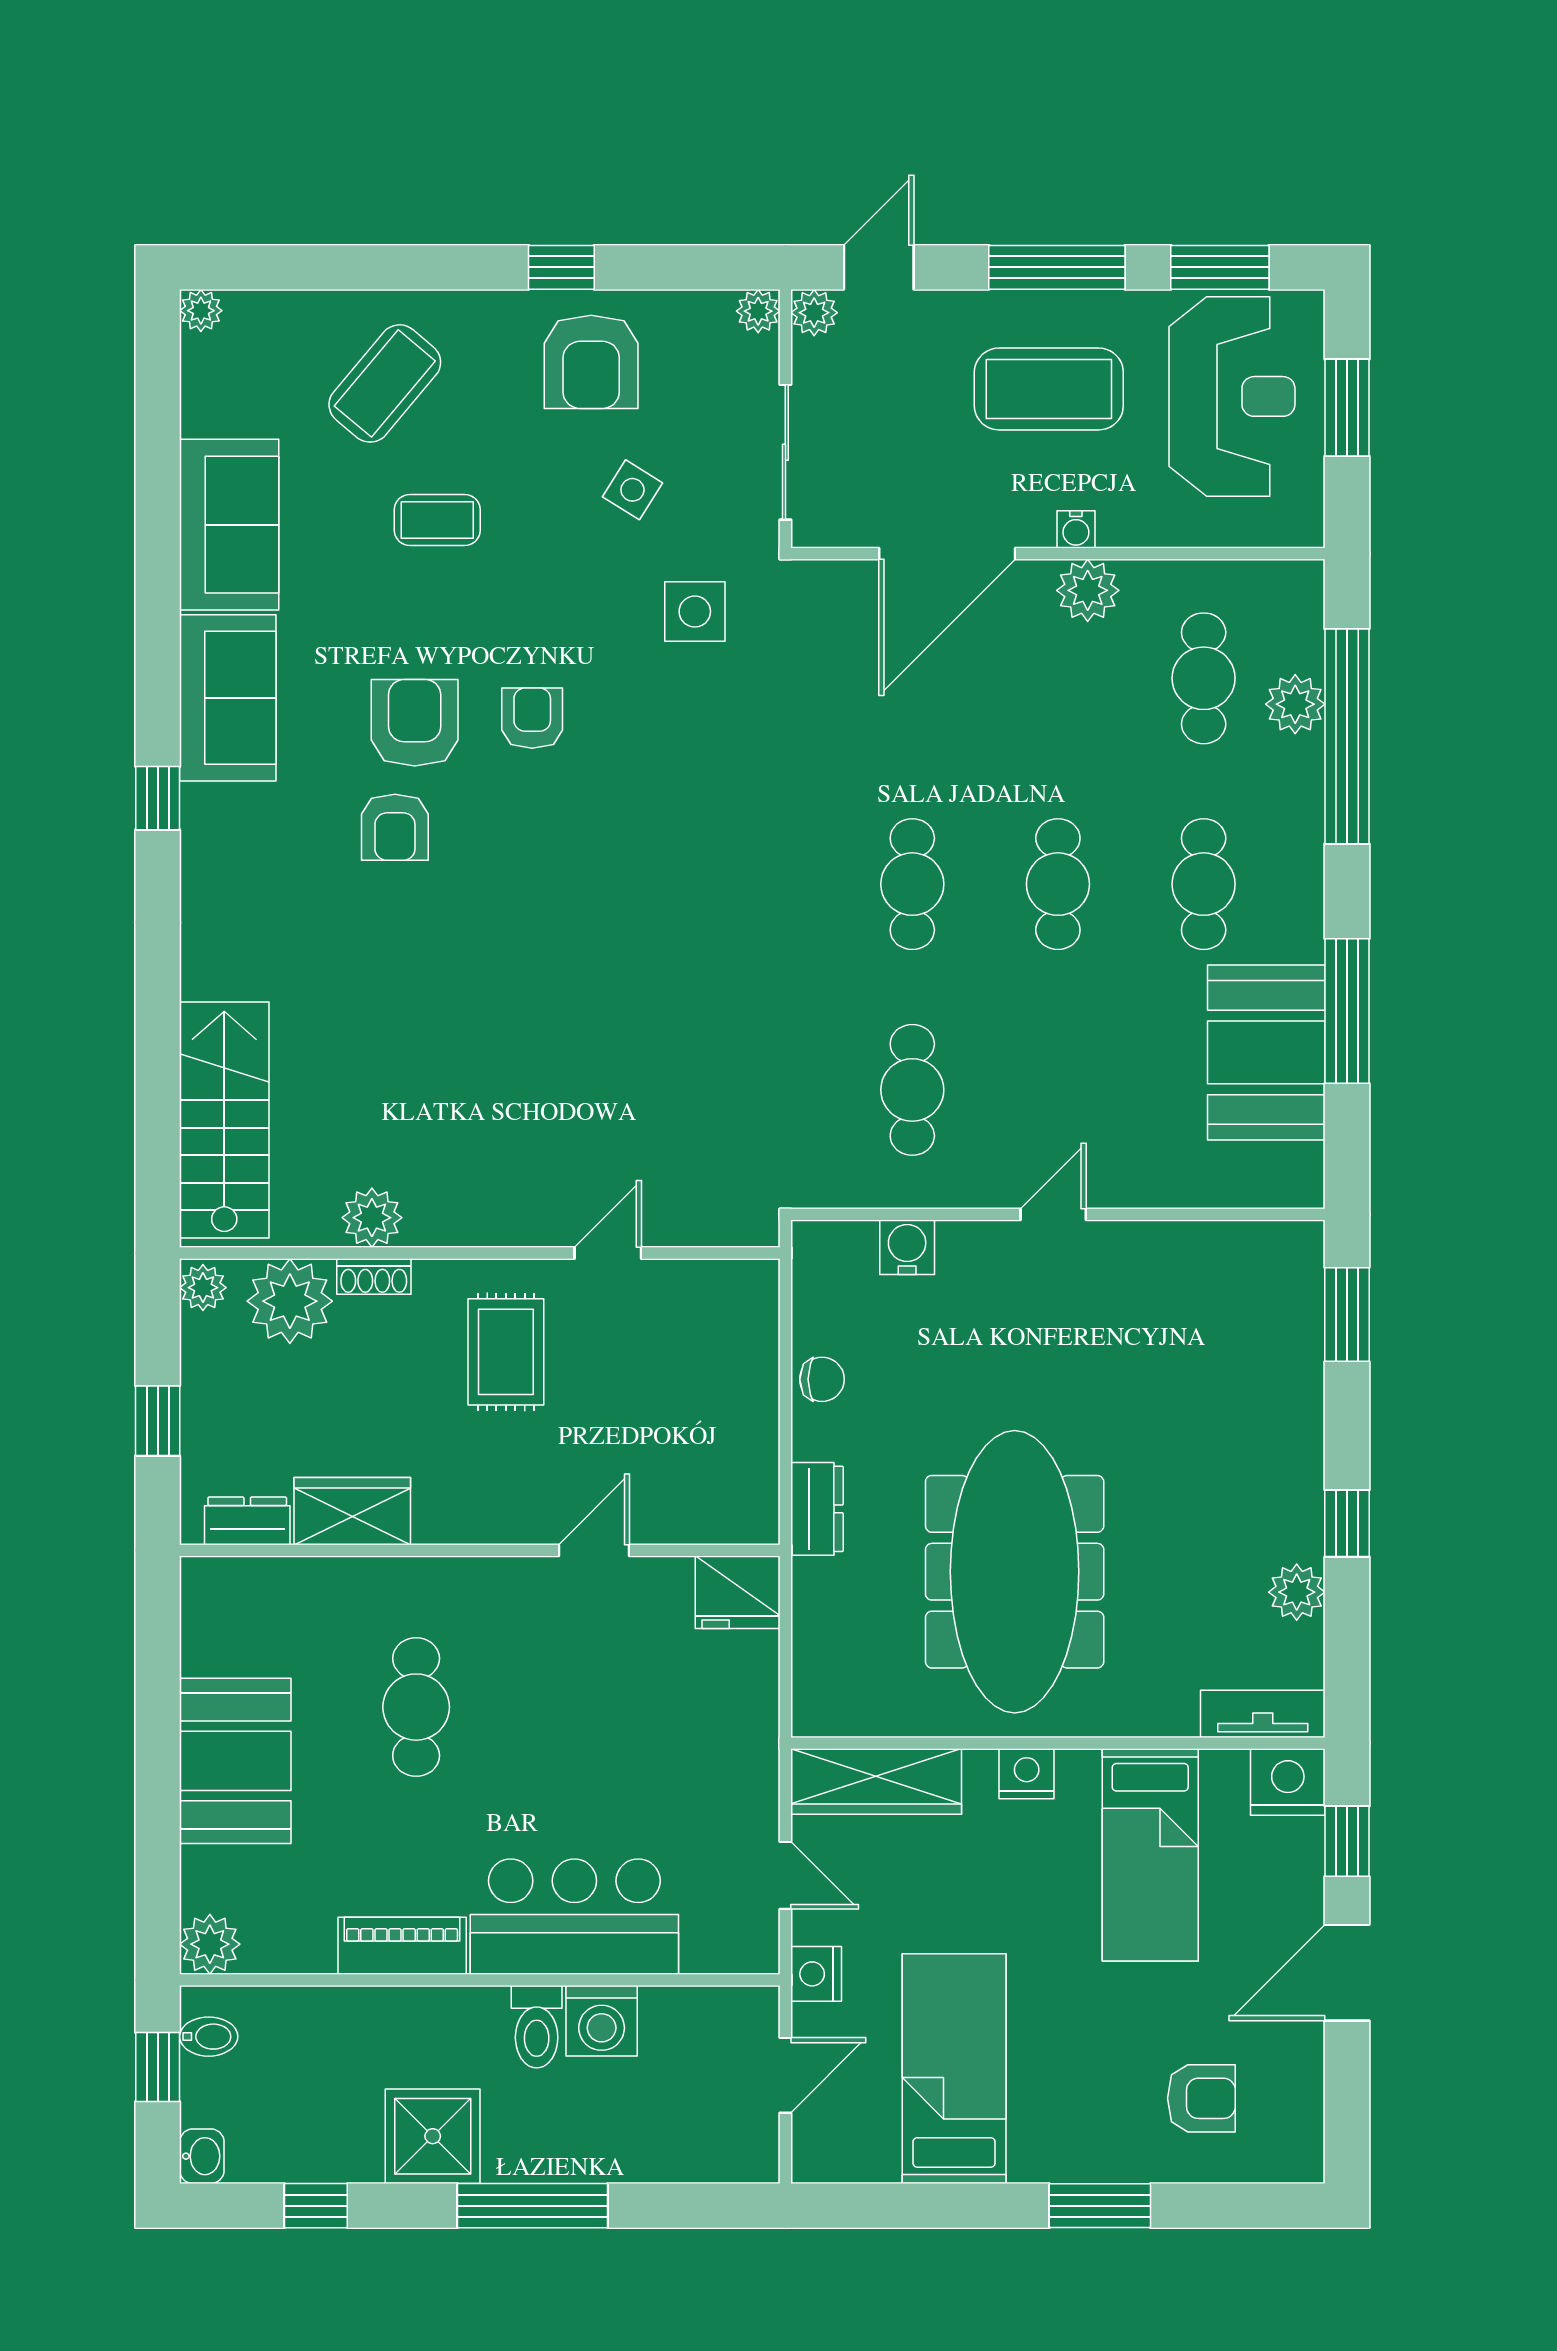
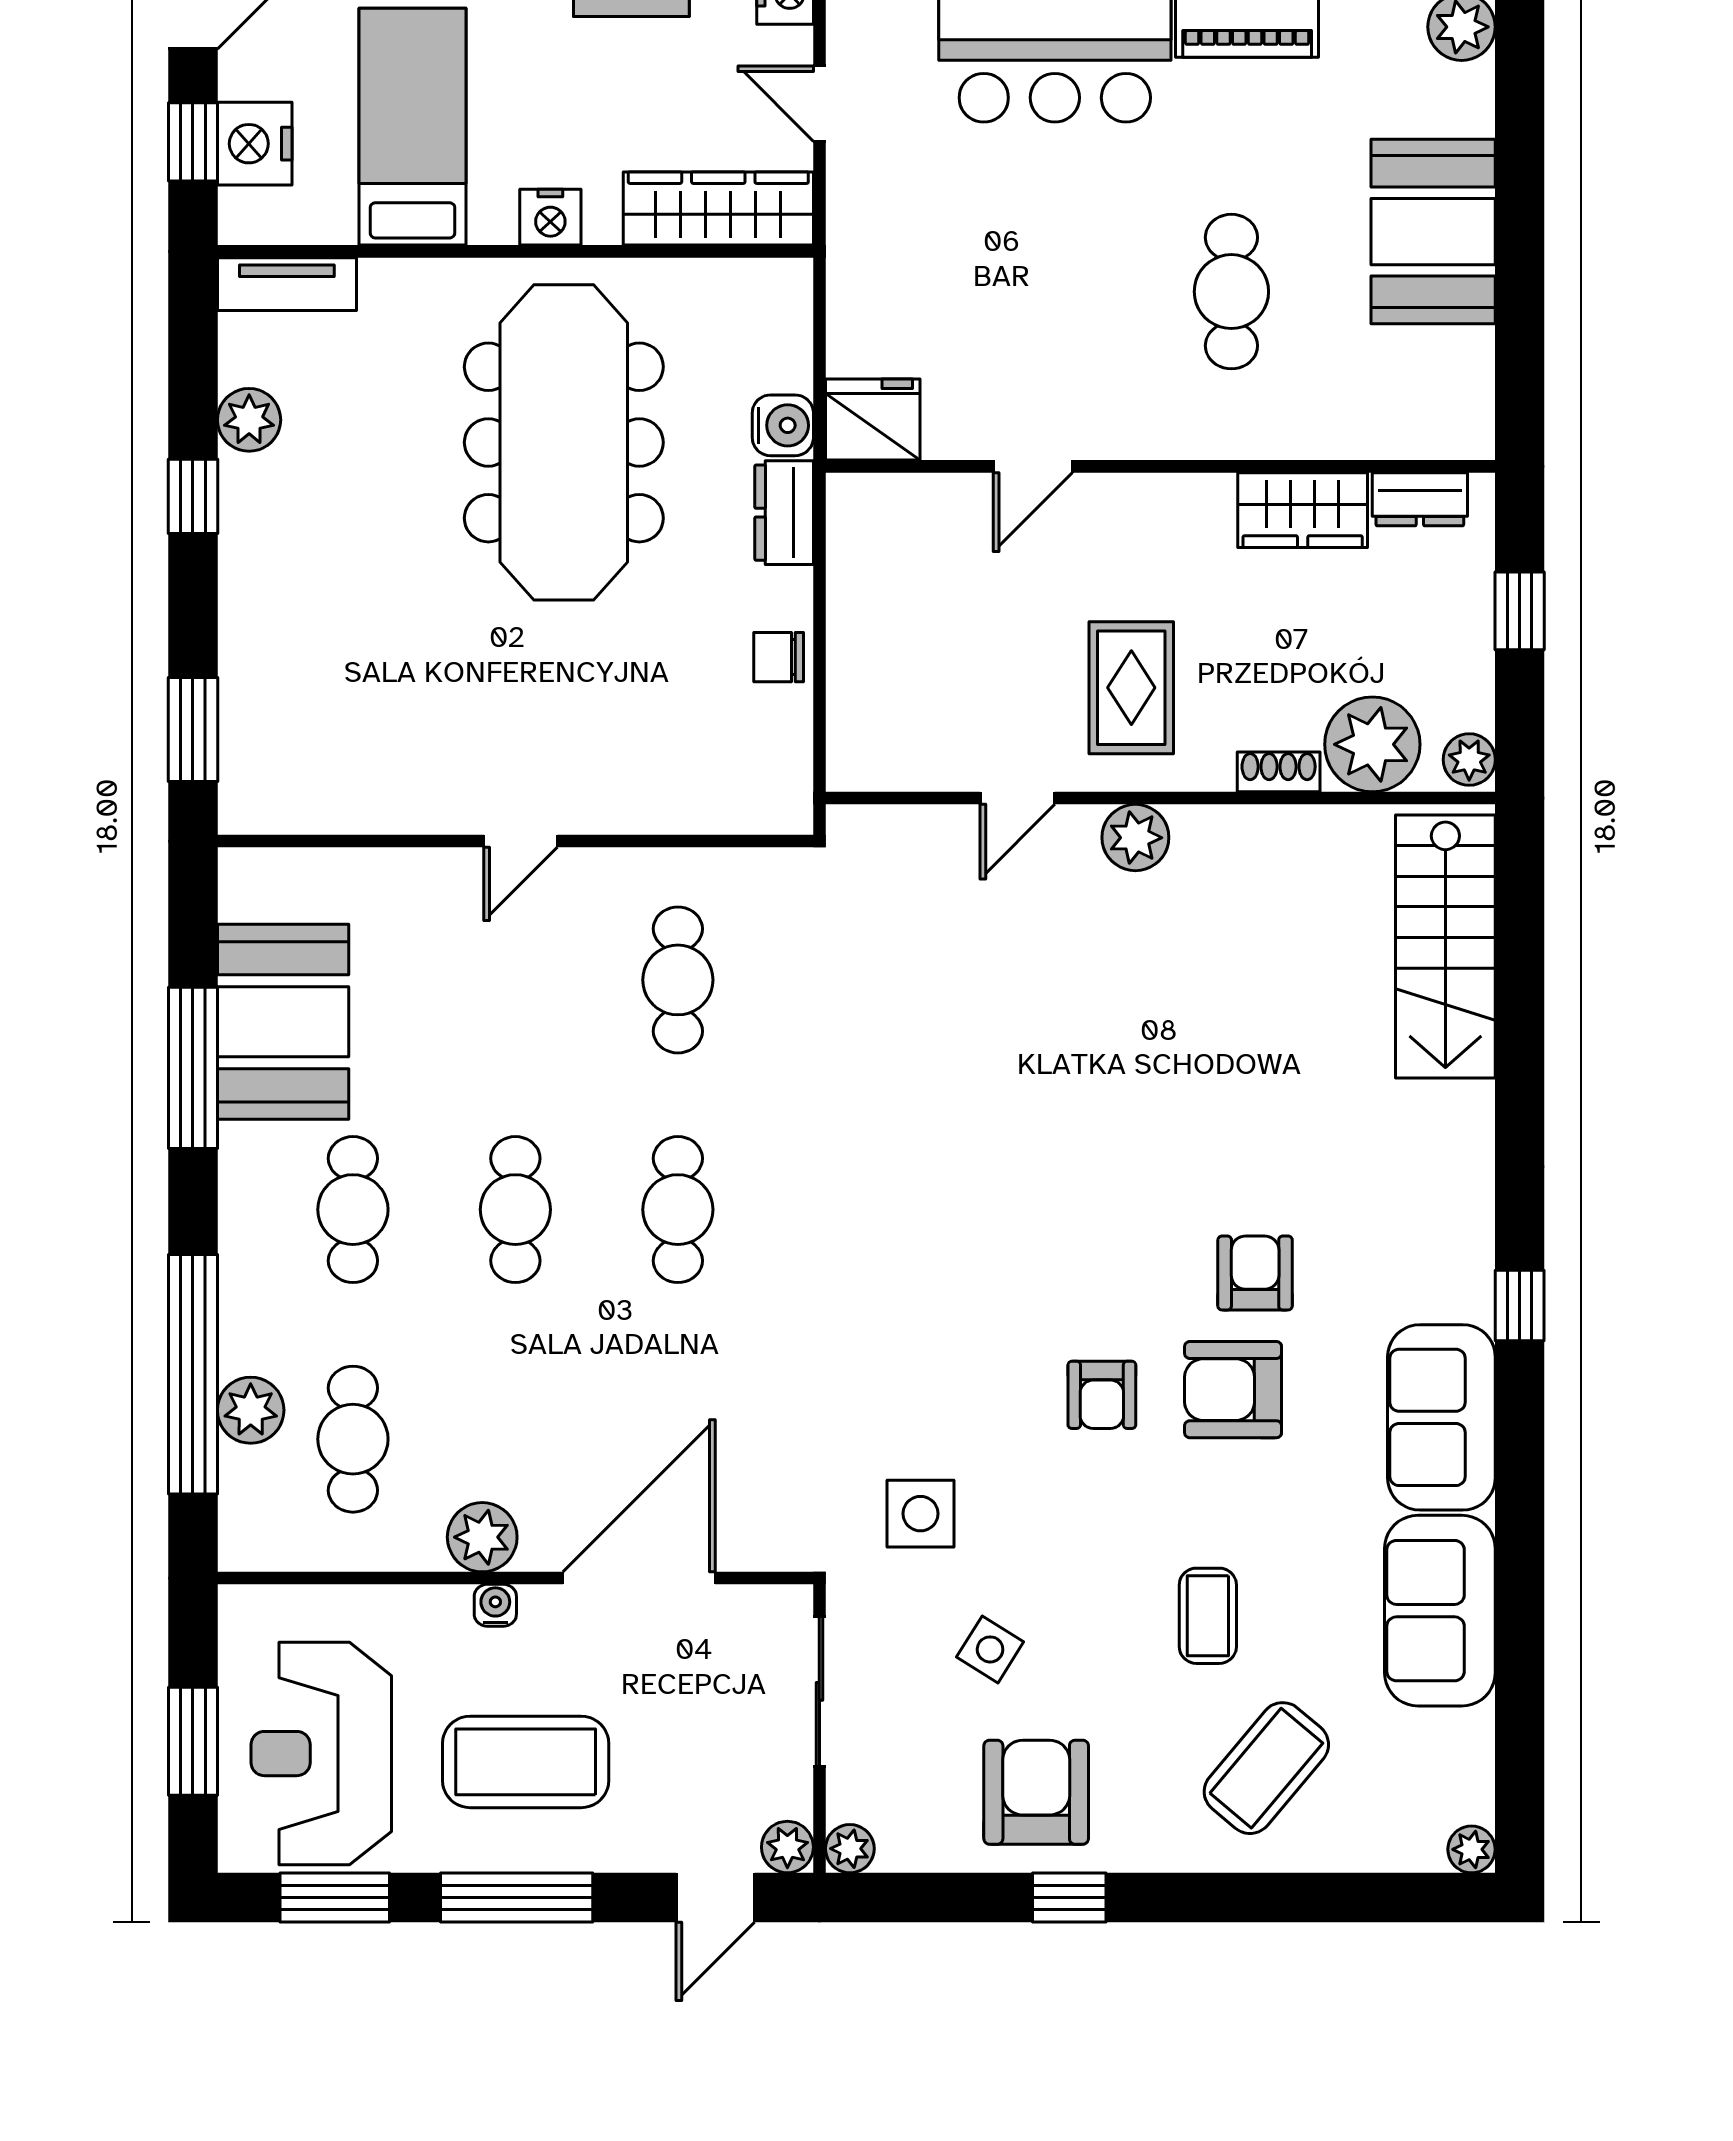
coffee table: (437, 520) -> (1208, 1616), turned 90
armchair: (415, 723) -> (1233, 1390), turned 90
plant: (372, 1218) -> (1135, 838), moved
water cooler: (907, 1247) -> (783, 425), moved, turned -90
nightstand: (1288, 1782) -> (255, 144), moved, turned 90

